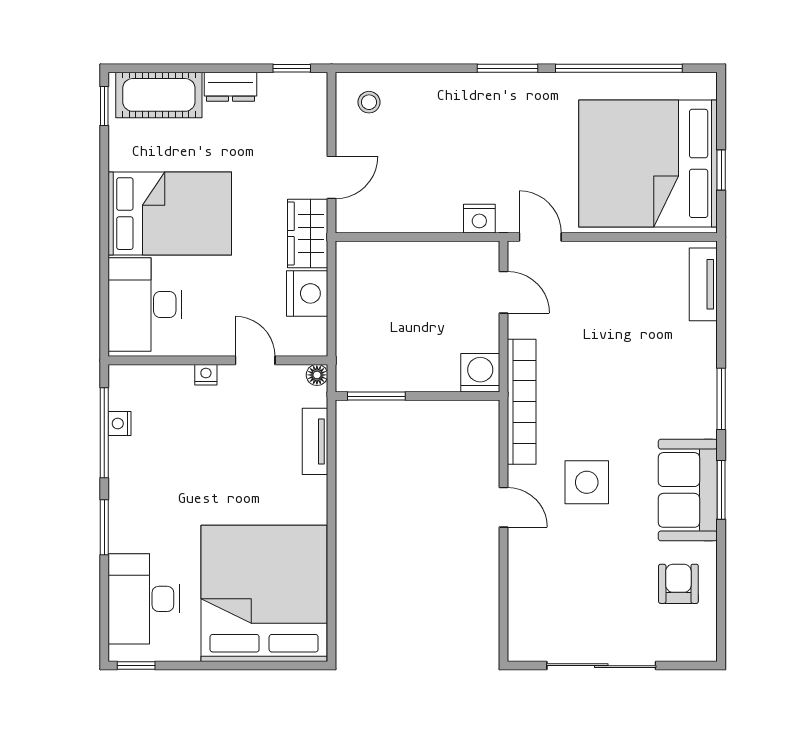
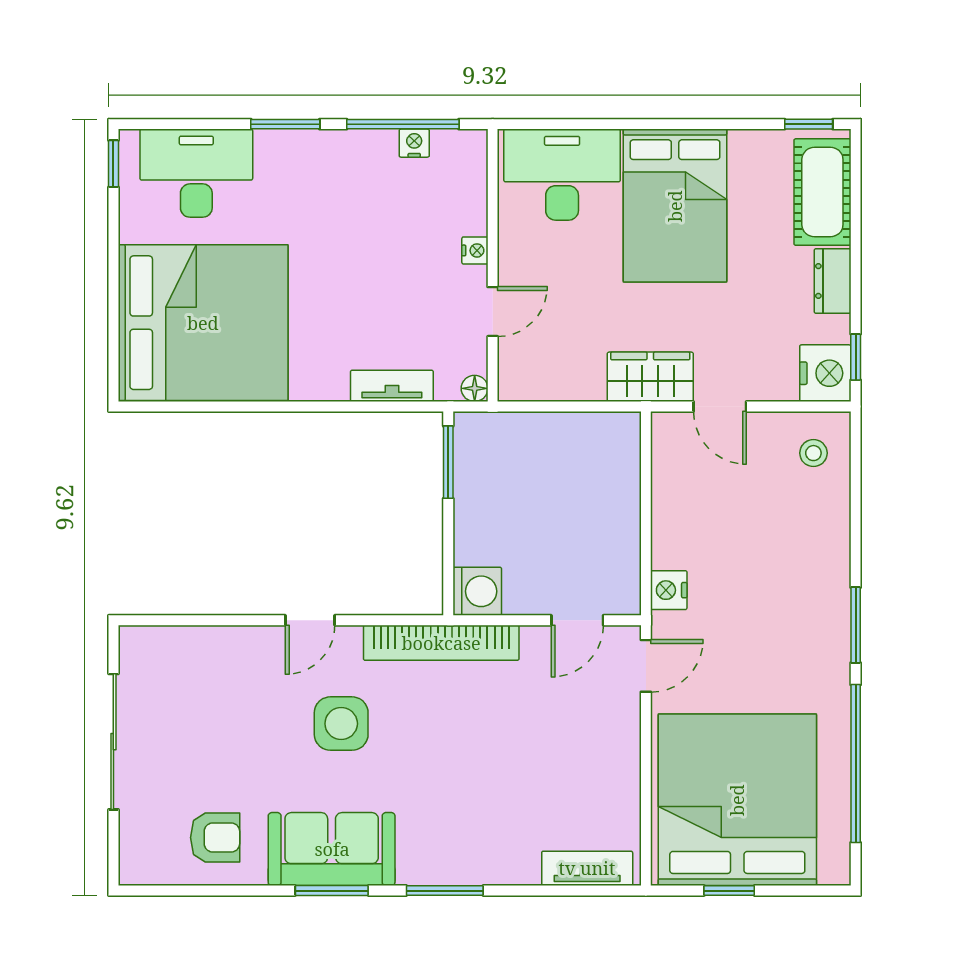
nightstand: (307, 293) -> (825, 373), moved, turned -90

